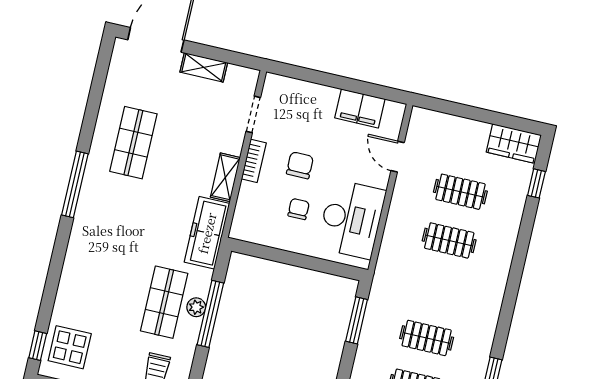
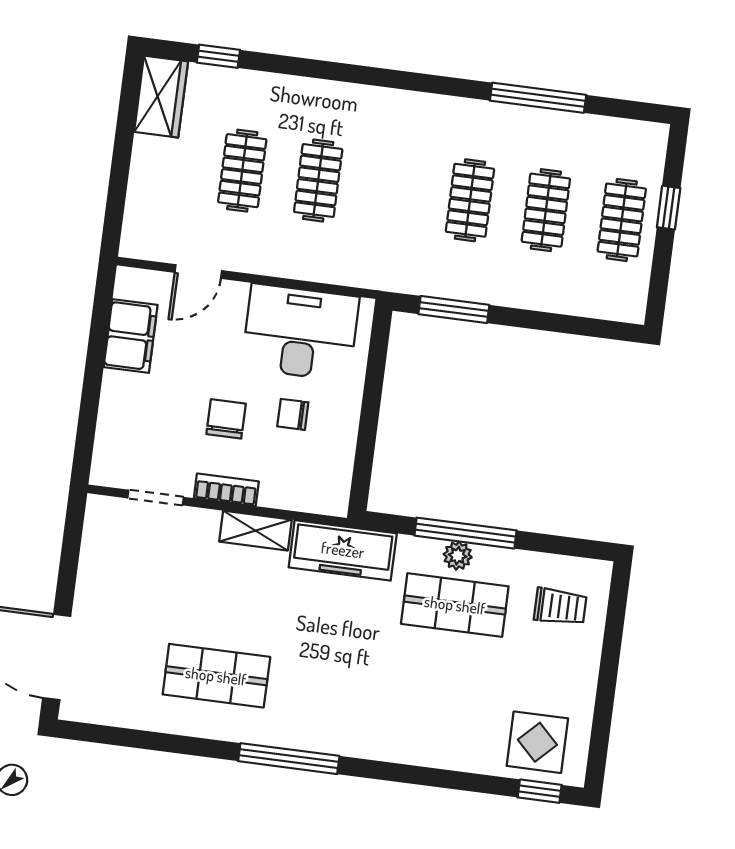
shelving: (204, 67) -> (91, 580), removed
chair: (300, 165) -> (226, 419), turned 90

